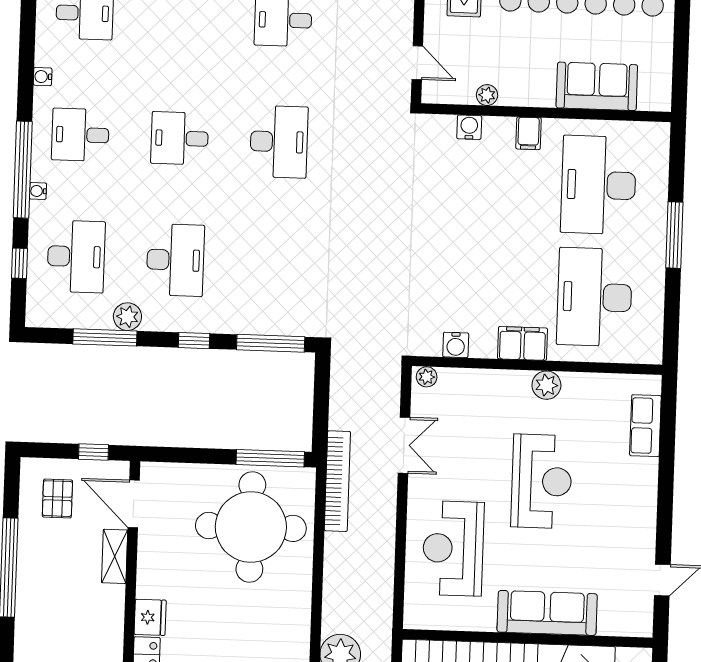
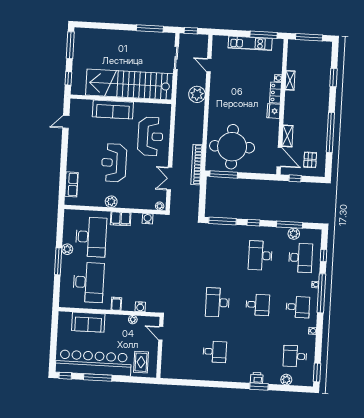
desk: (76, 257) -> (300, 258), turned 180
plant: (652, 265) -> (67, 249), added
plant: (127, 317) -> (294, 234), moved

